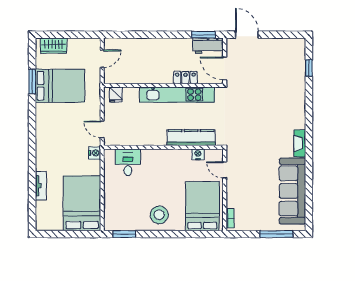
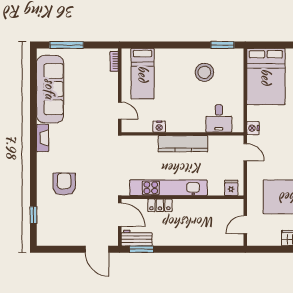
armchair: (279, 98) -> (64, 184), added
kitchen counter: (191, 138) -> (183, 144), moved
nightstand: (198, 154) -> (159, 127), moved
bed: (202, 206) -> (143, 74), width x0.67
stool: (159, 215) -> (204, 72), moved

